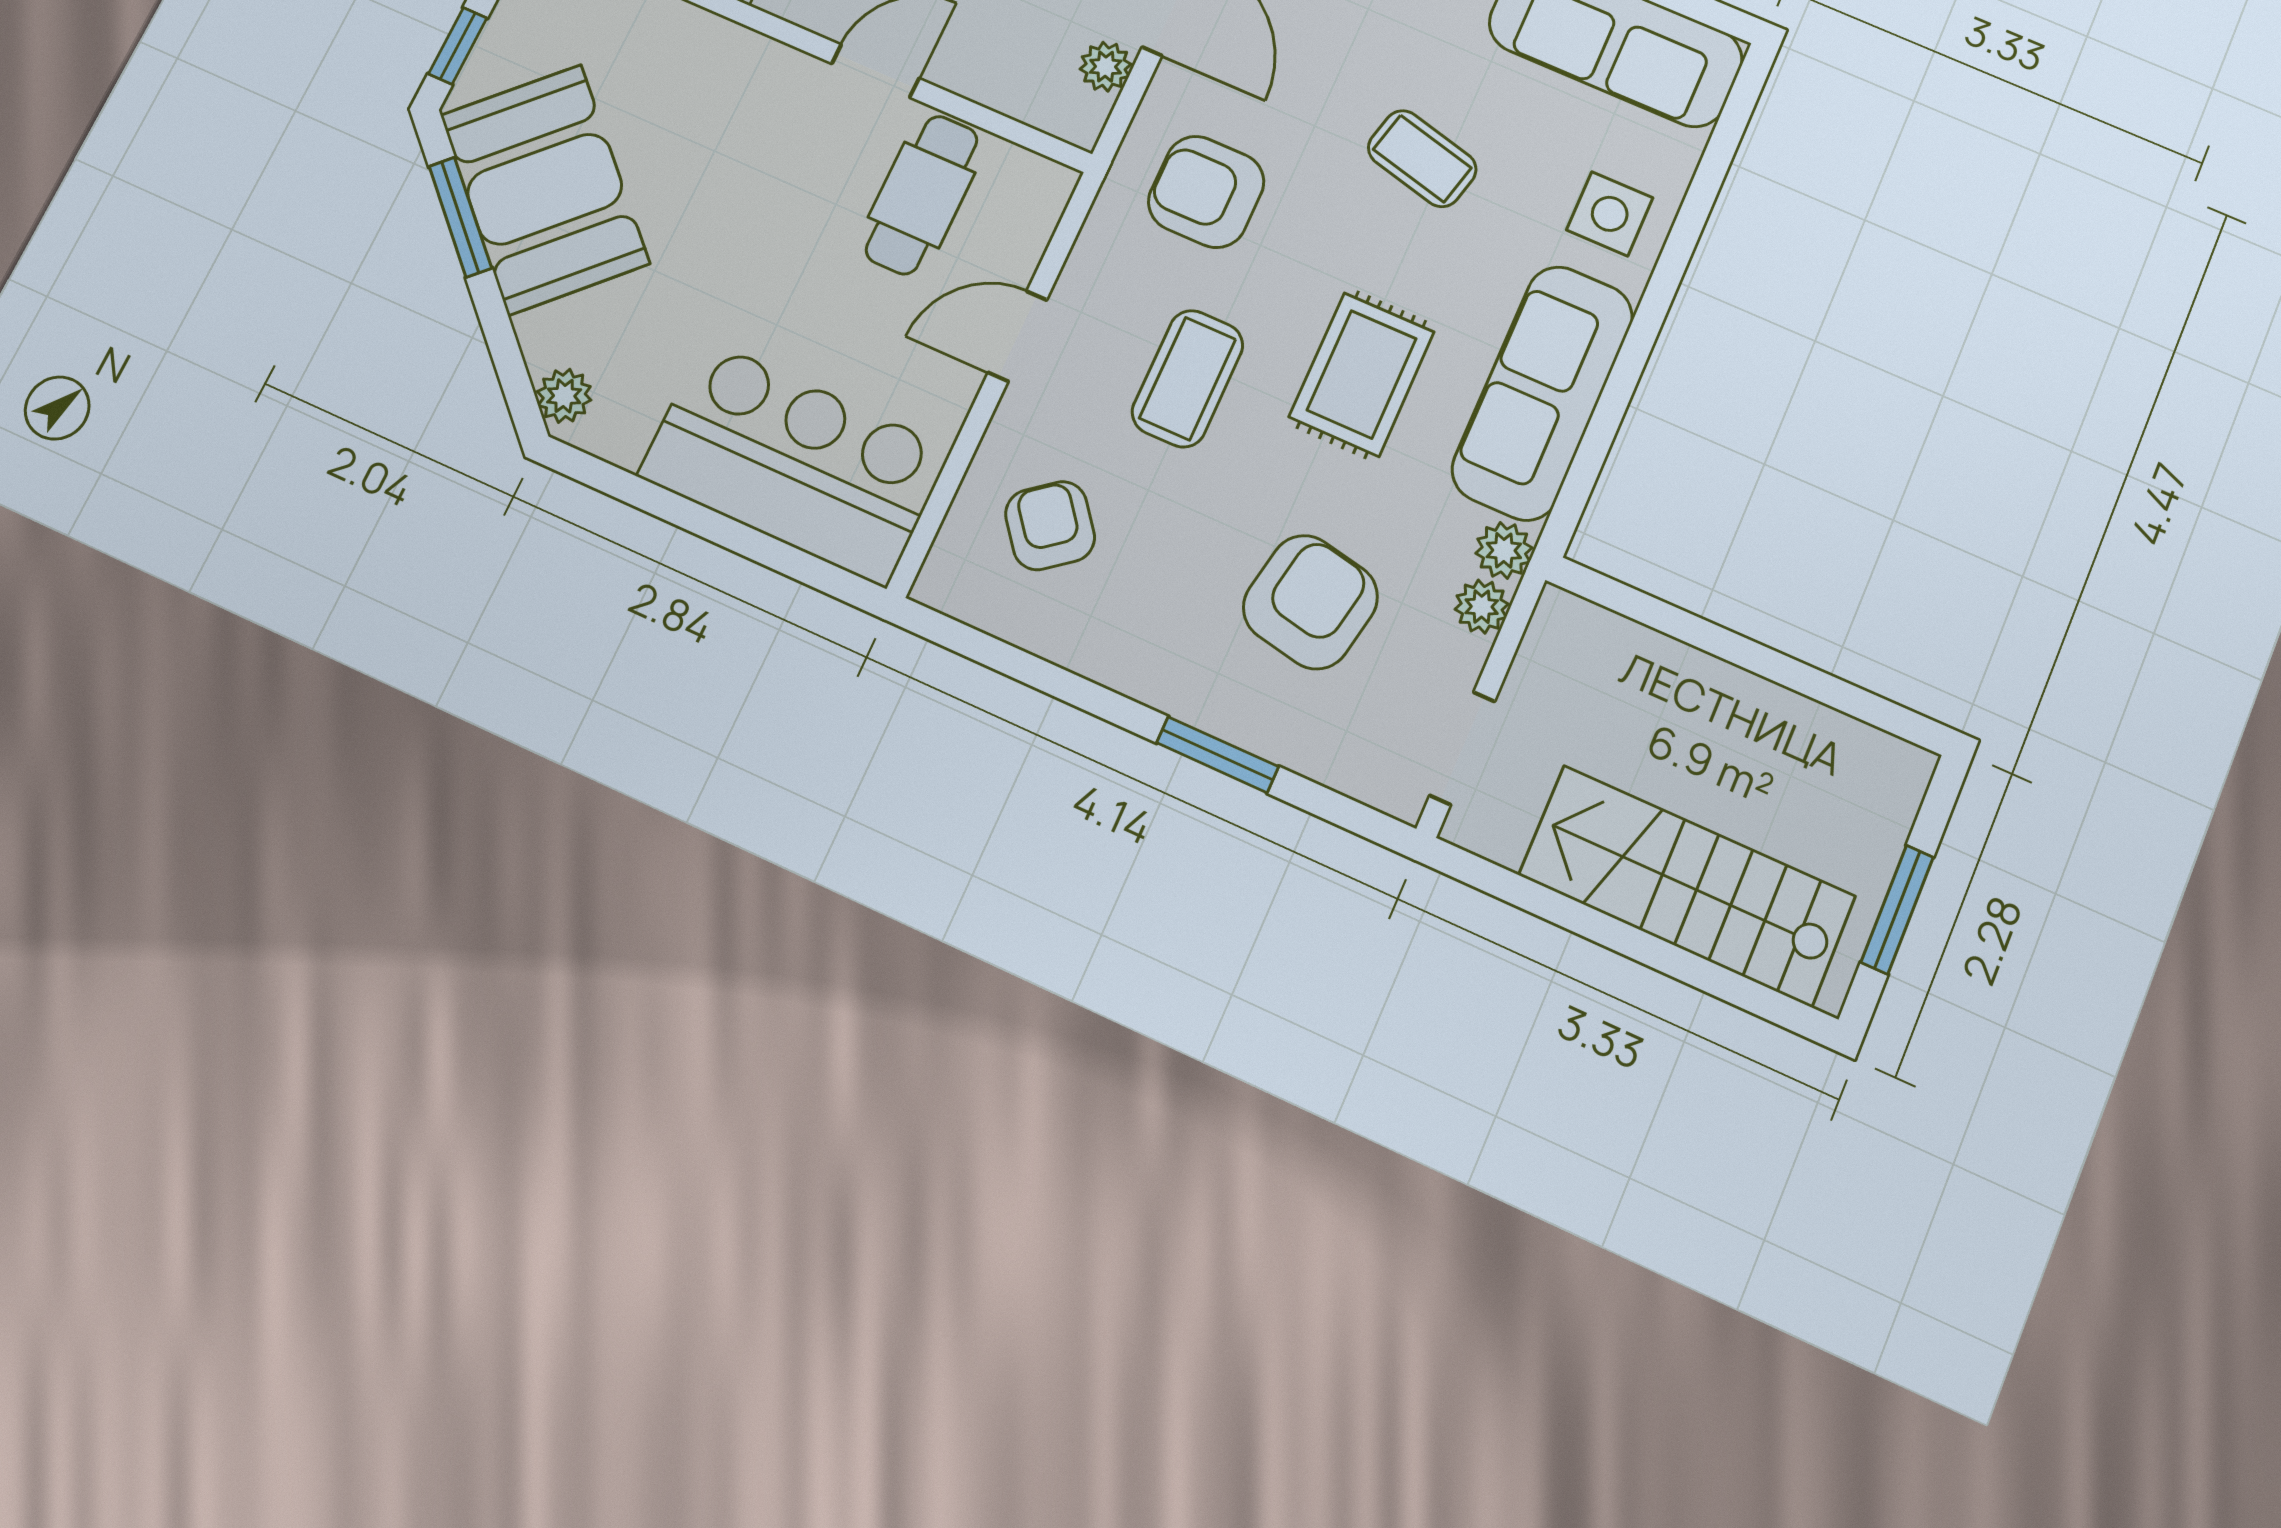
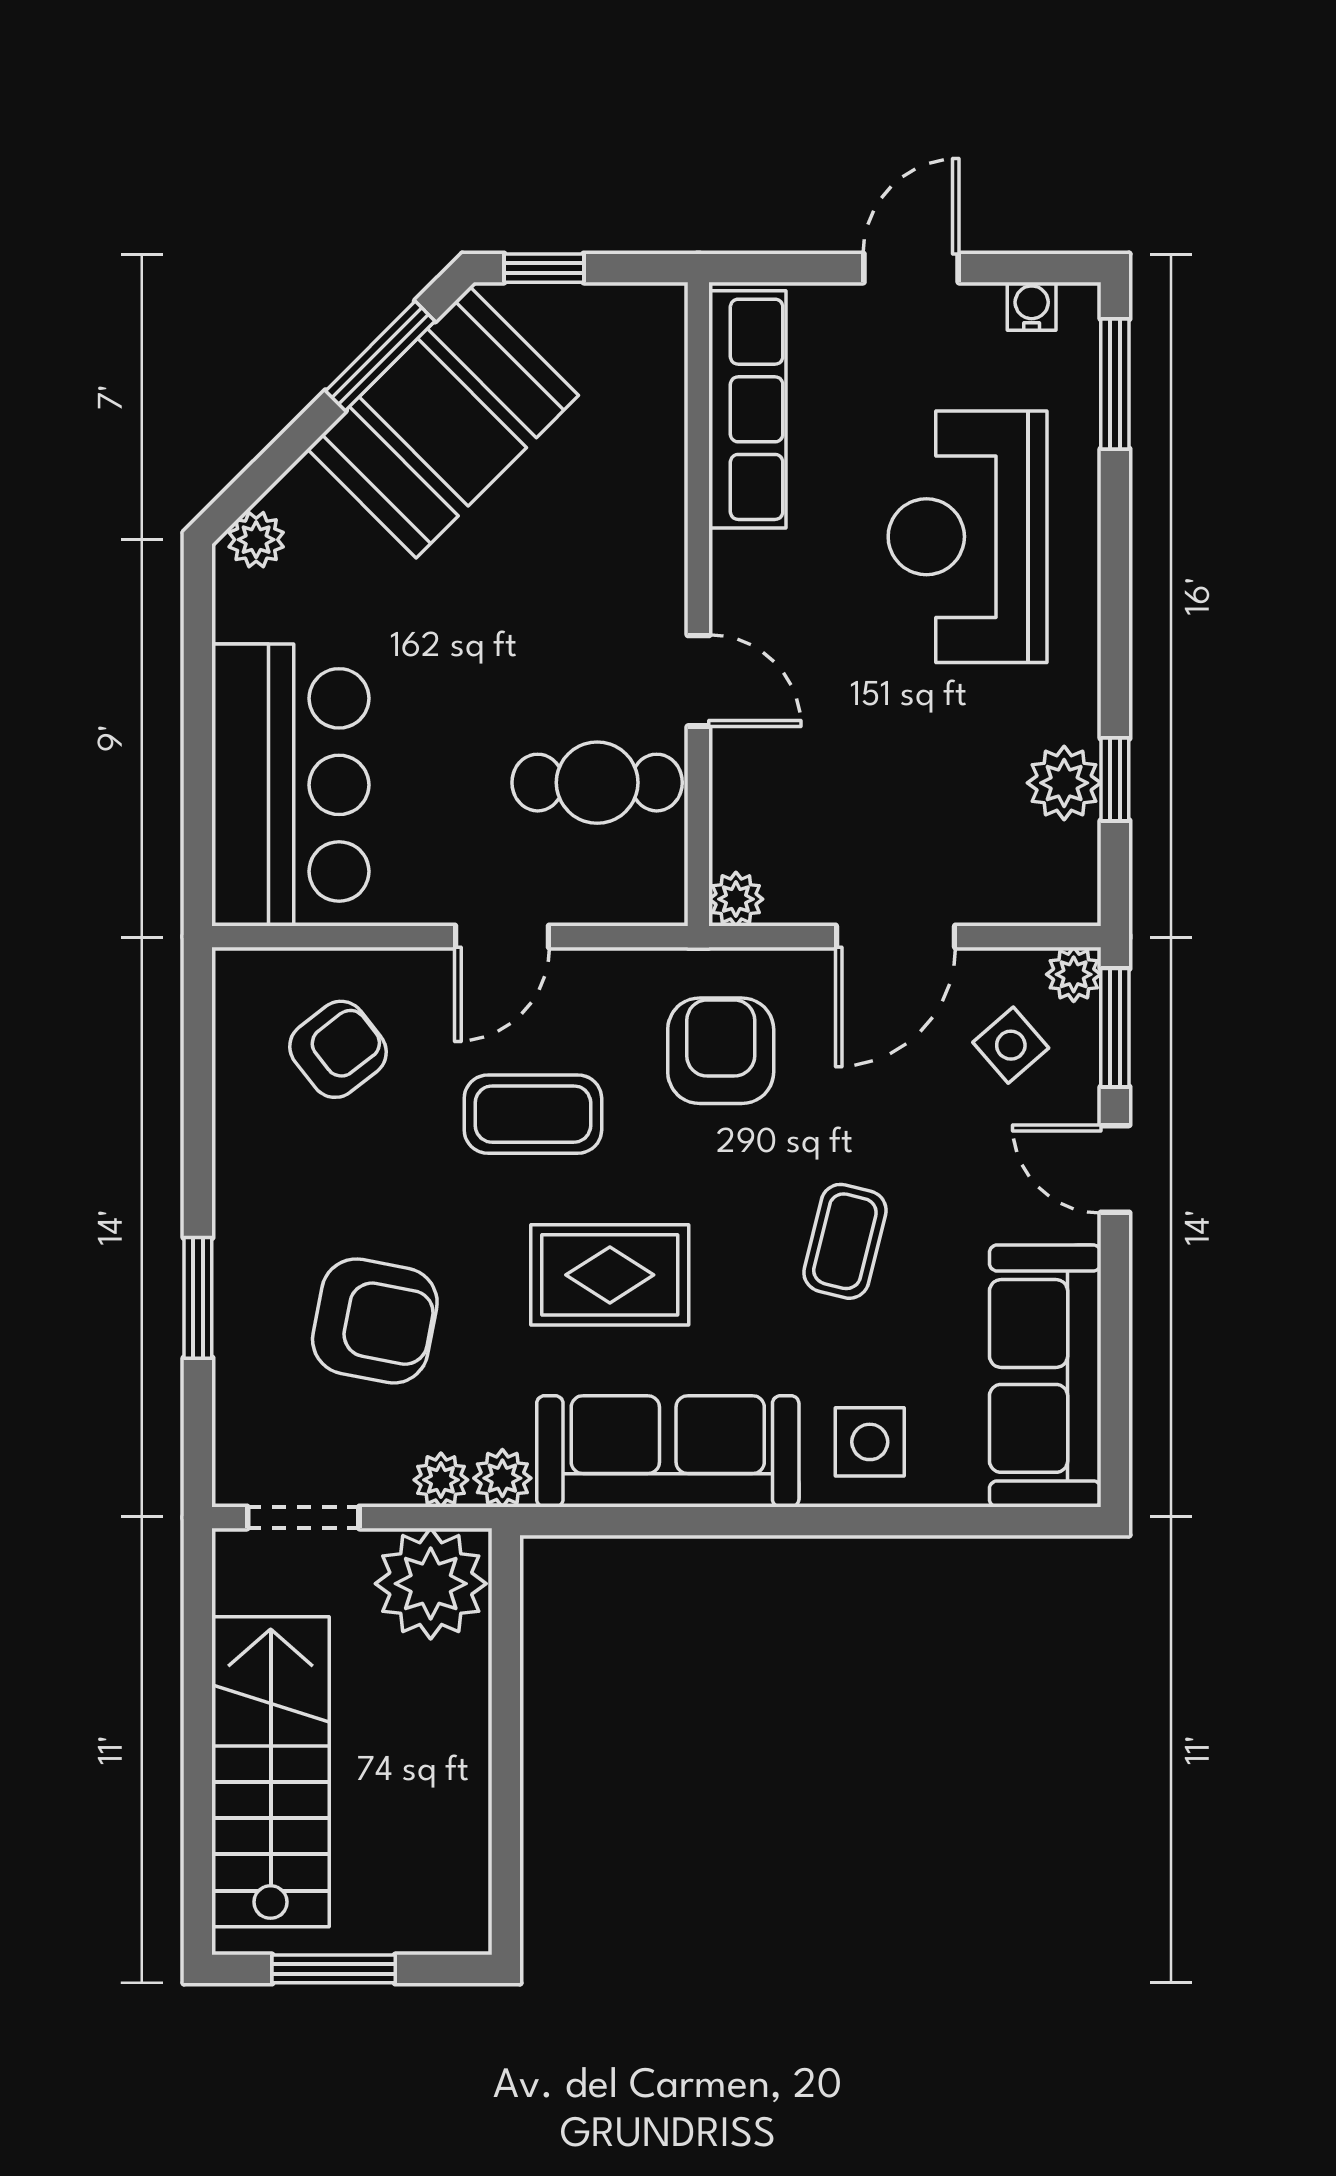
plant: (1106, 67) -> (736, 899), moved
door: (1017, 336) -> (502, 937), swing flipped
plant: (1573, 658) -> (431, 1584), added

